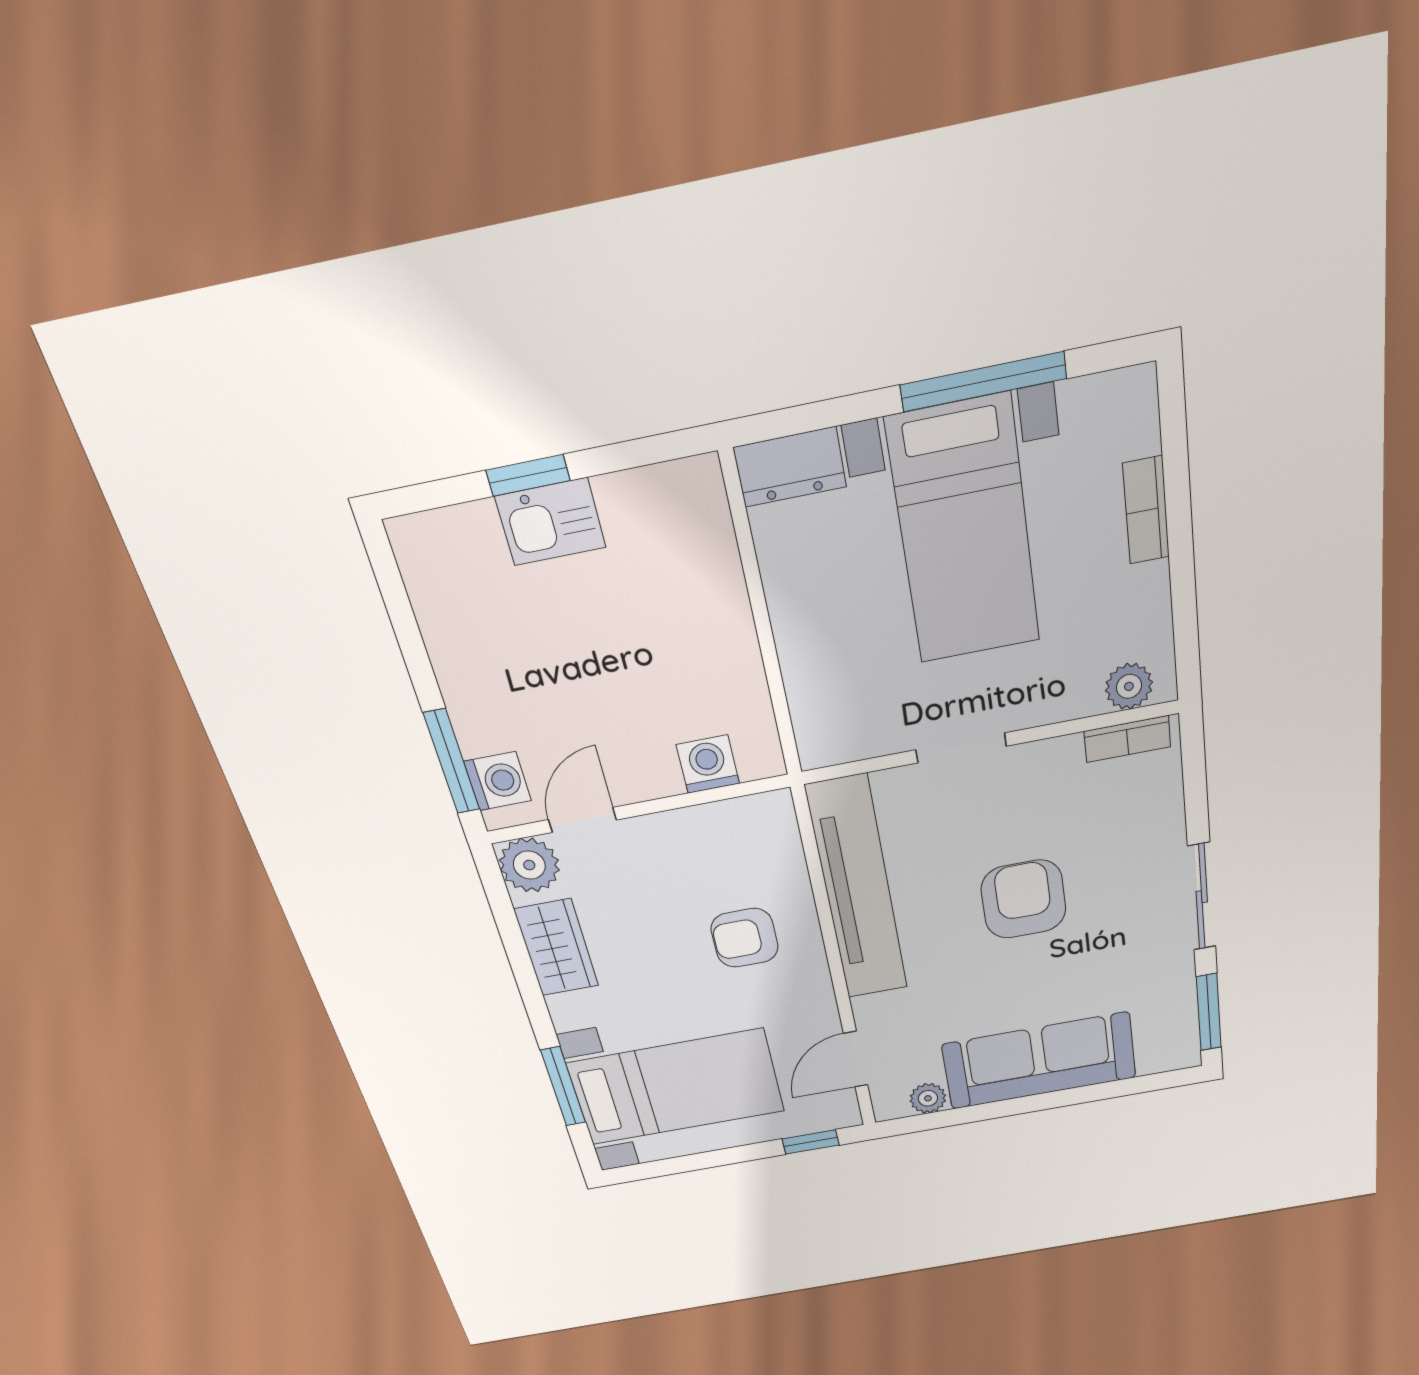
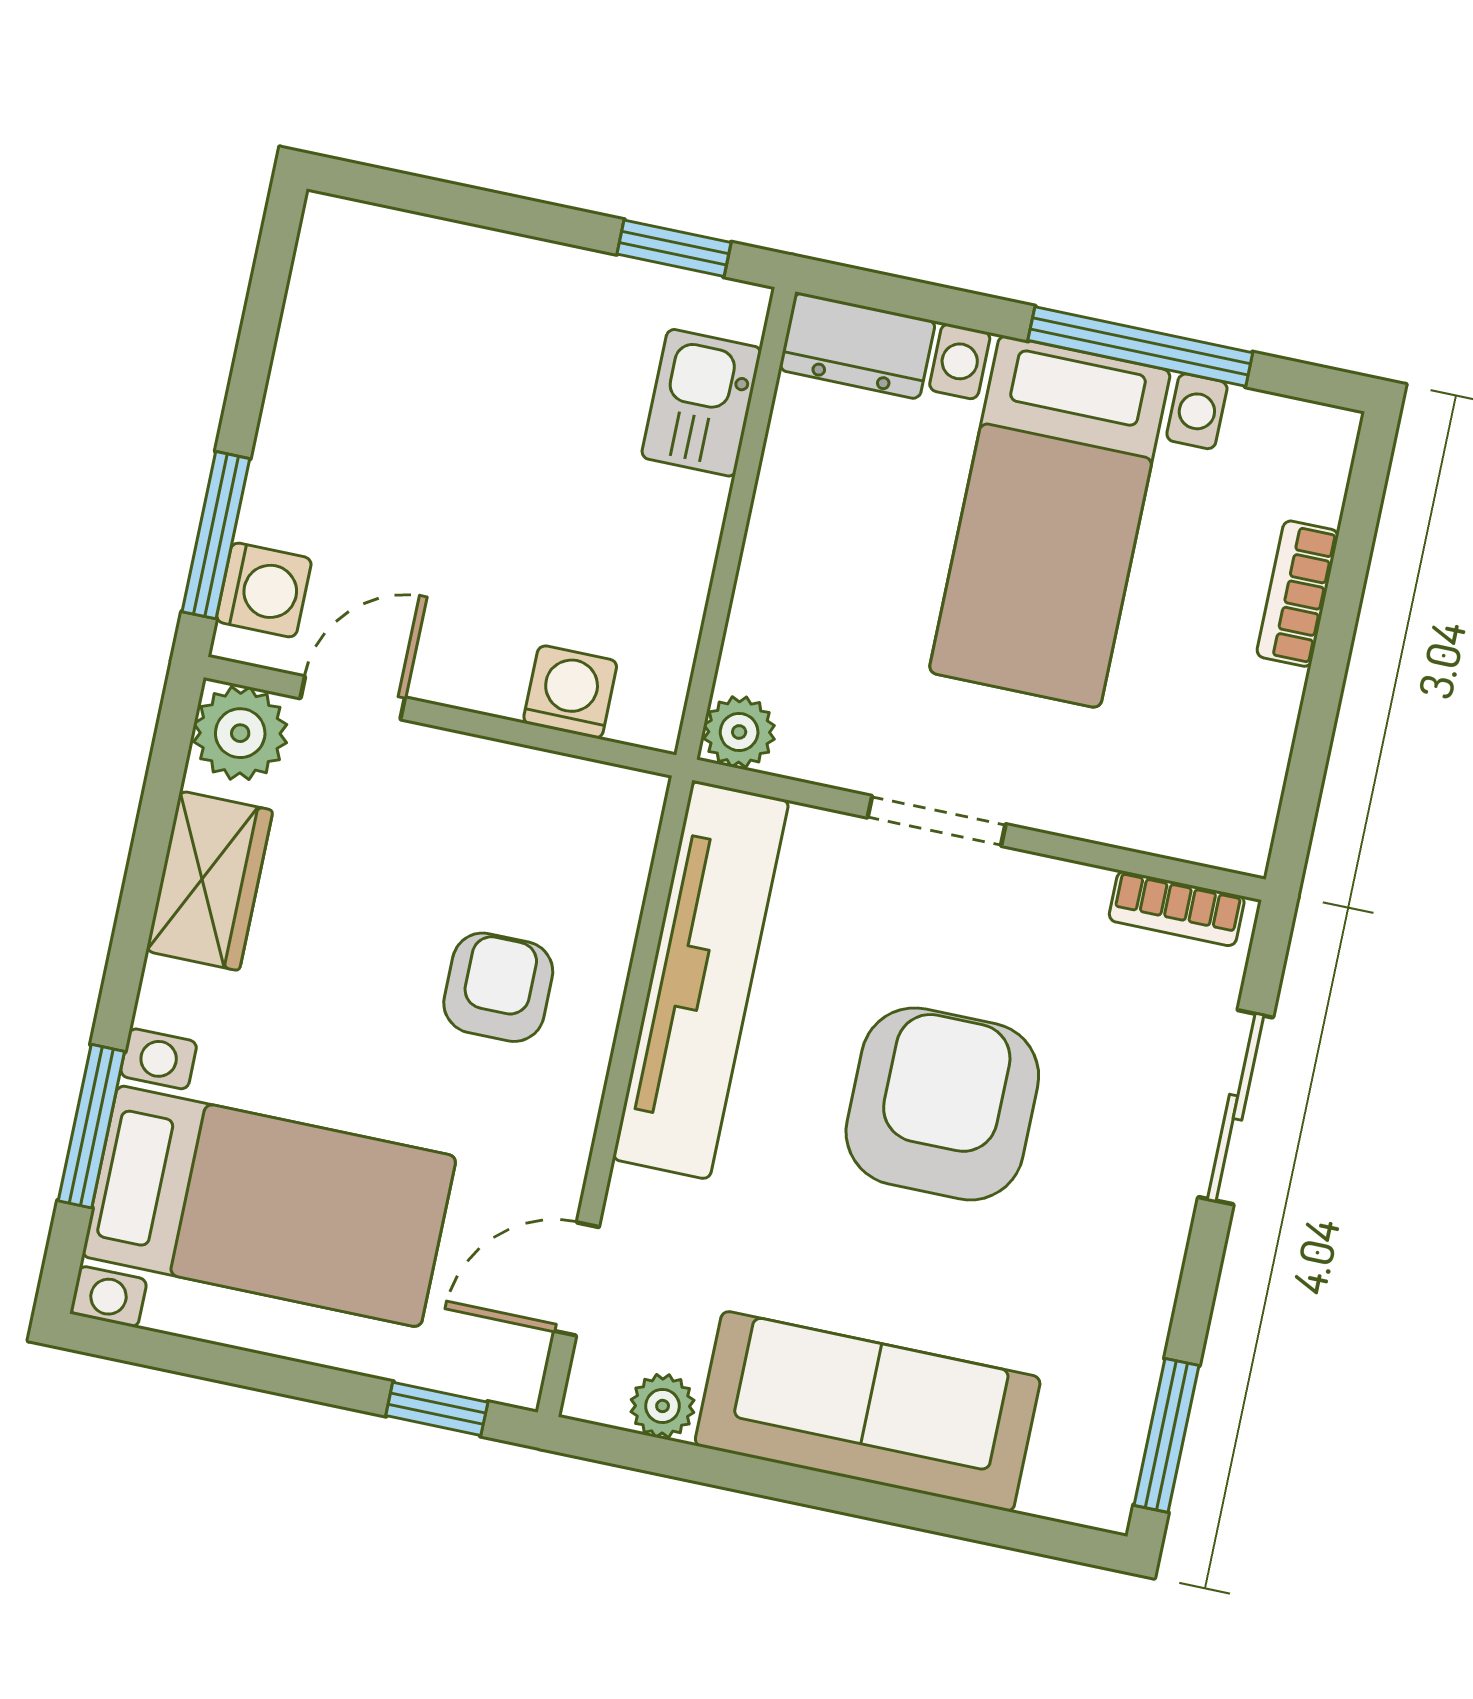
window: (528, 475) -> (674, 248), moved
kitchen sink: (551, 522) -> (701, 403), moved, turned 90
plant: (1129, 686) -> (739, 732), moved
sliding door: (1202, 897) -> (1236, 1107), moved
armchair: (1024, 899) -> (942, 1104), width x1.36, depth x1.36
armchair: (745, 938) -> (498, 987), turned 90

